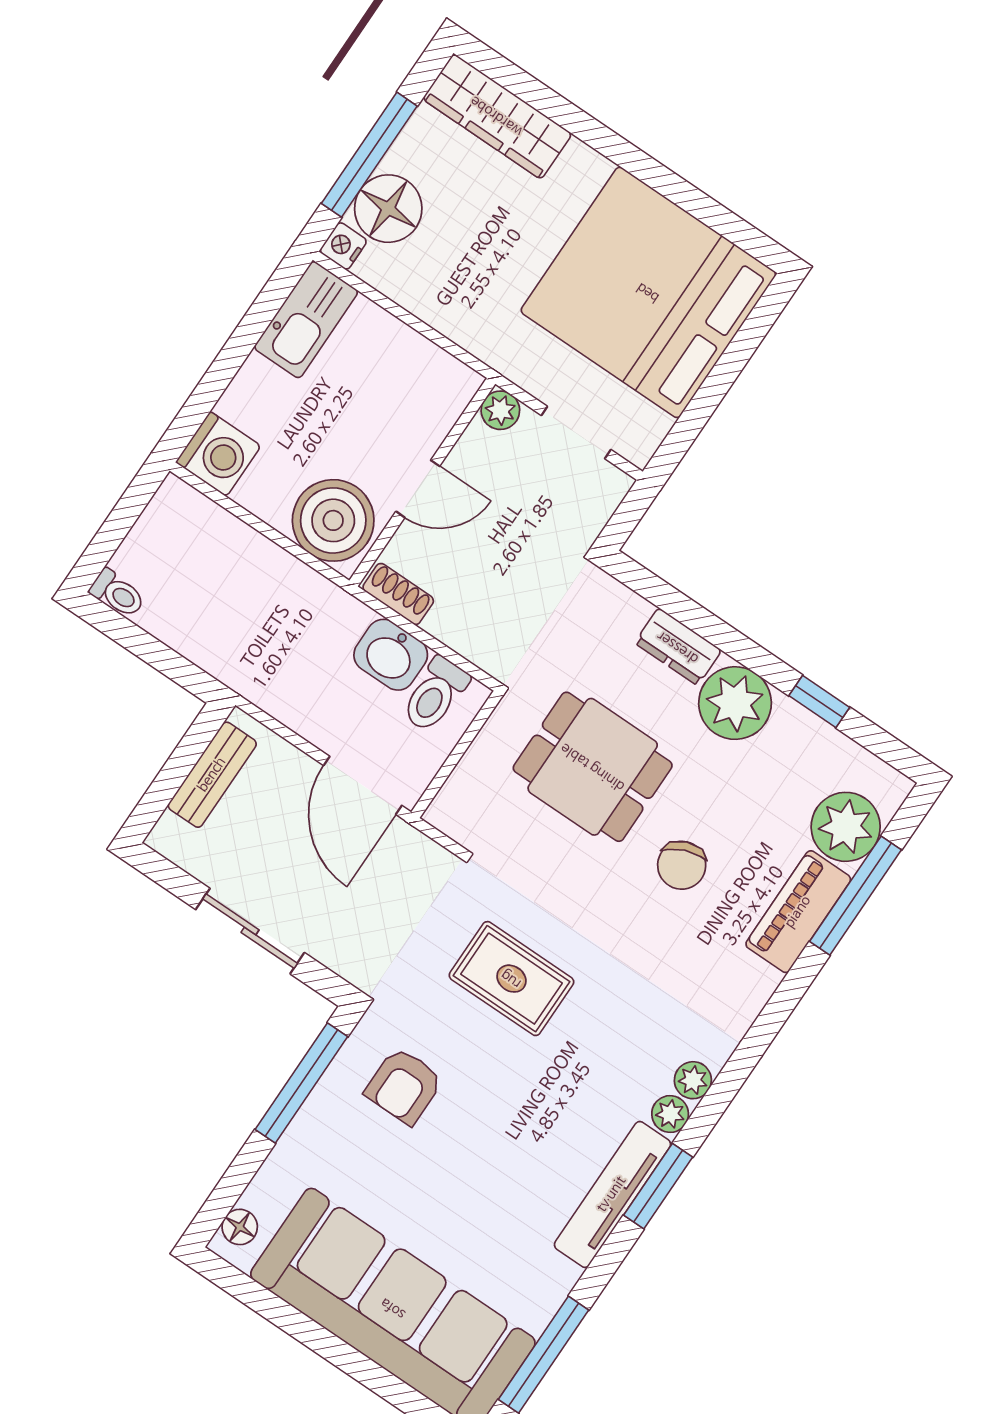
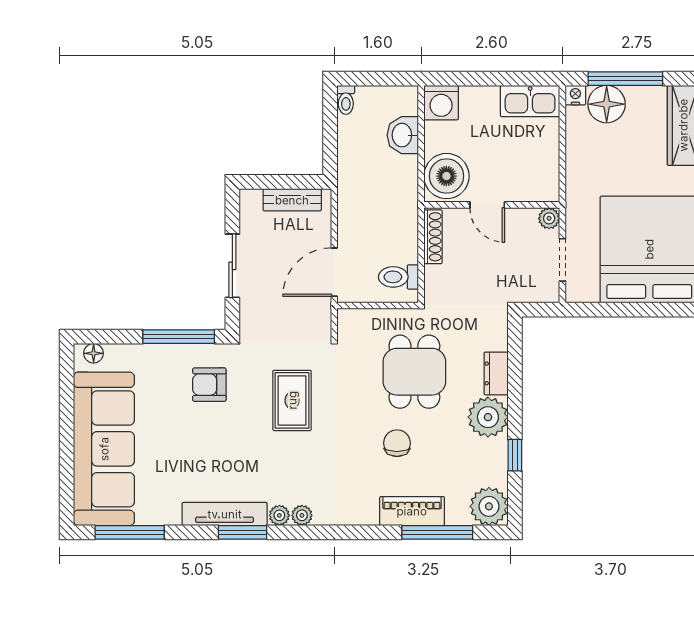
shoe rack: (398, 594) -> (433, 237), width x1.43
washbasin: (391, 655) -> (403, 135), moved
plant: (846, 827) -> (489, 506), moved
chair: (682, 865) -> (397, 443), turned 112

